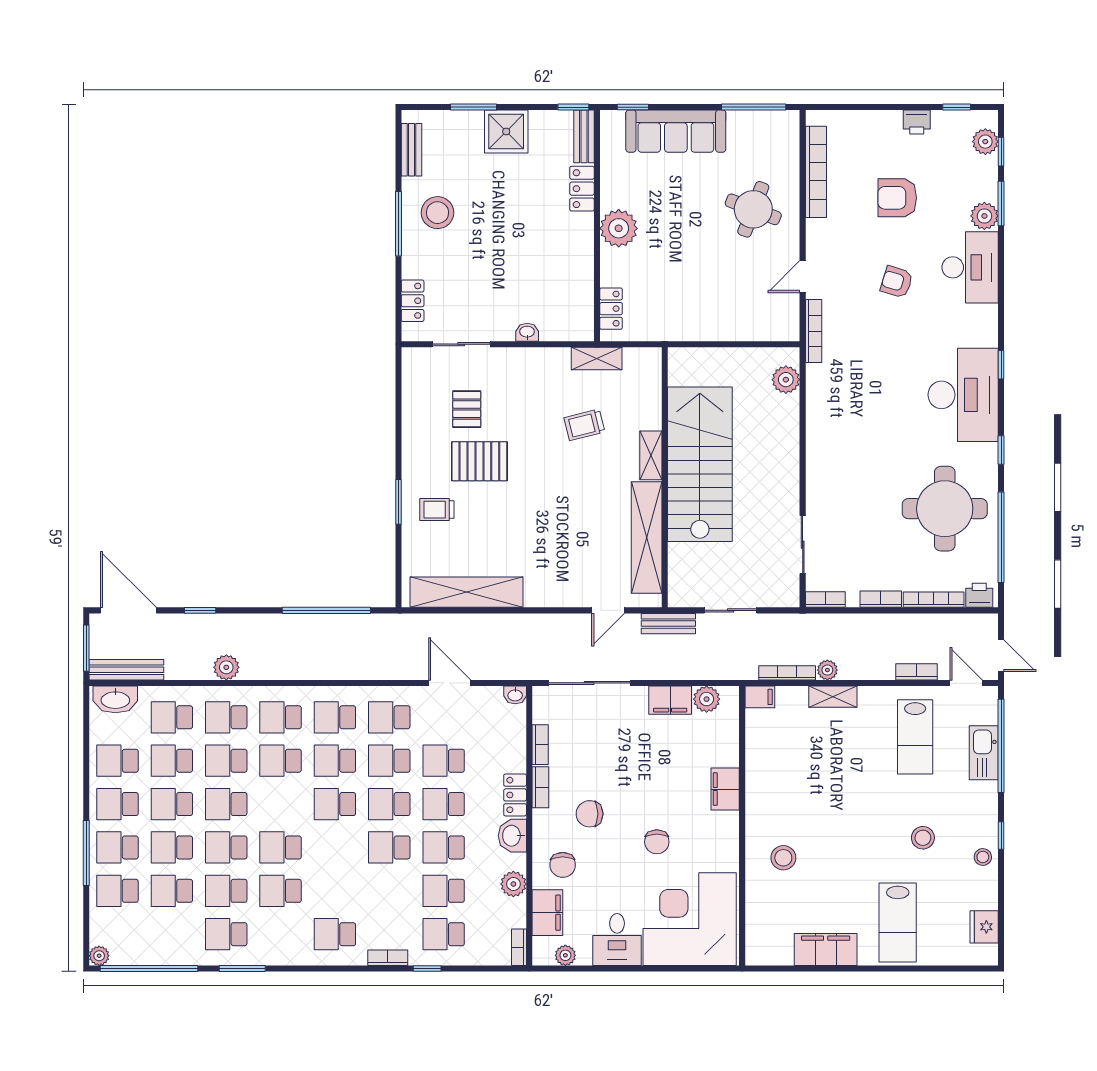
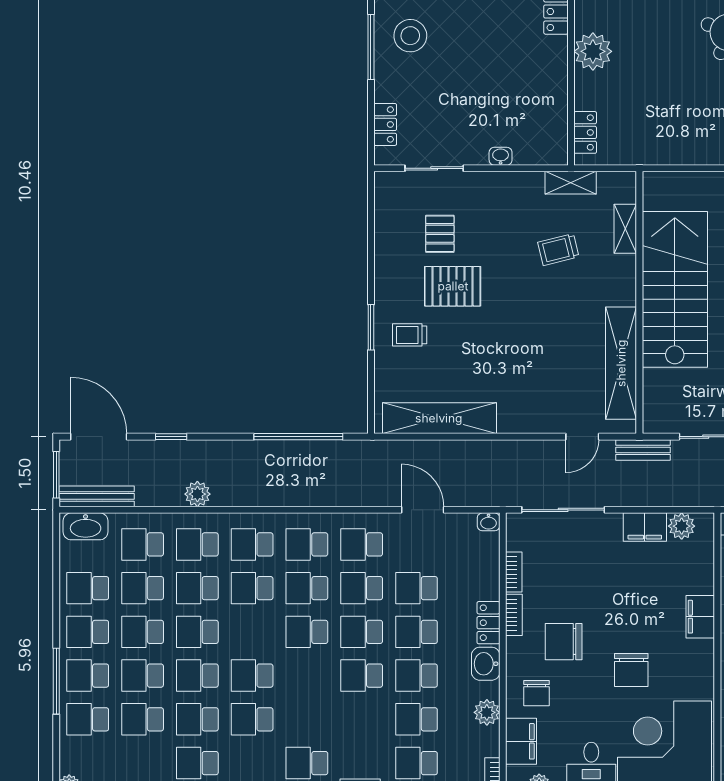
shelving: (651, 455) -> (625, 229), moved
chair: (590, 814) -> (564, 642), width x1.37, depth x1.37
chair: (657, 842) -> (631, 670), width x1.37, depth x1.37

